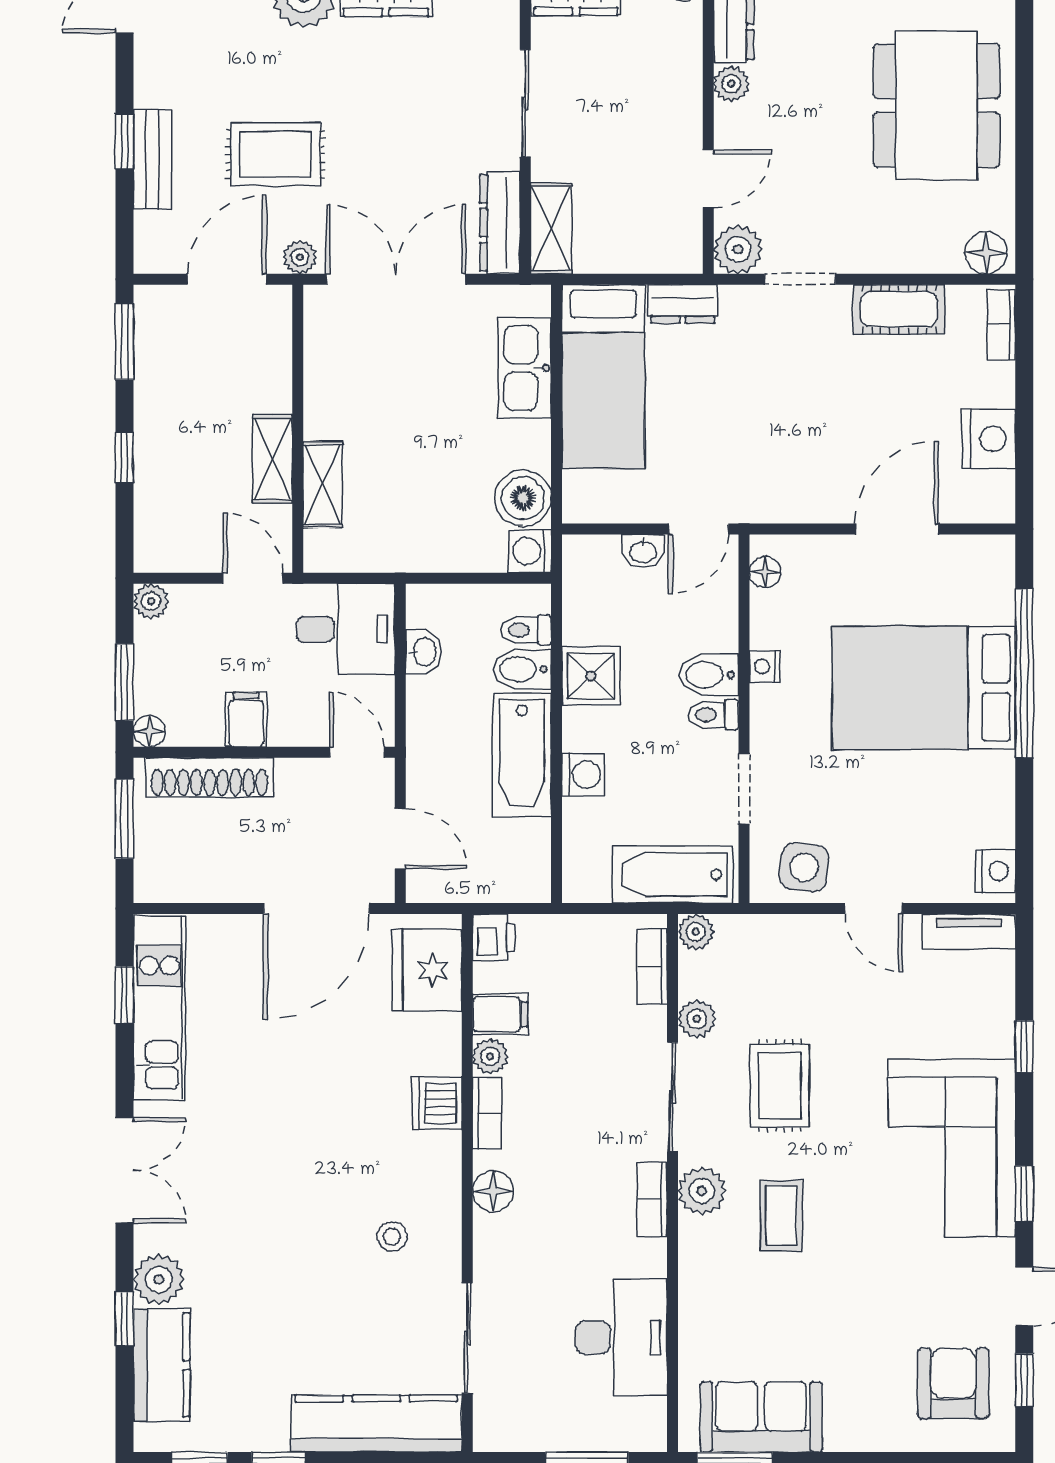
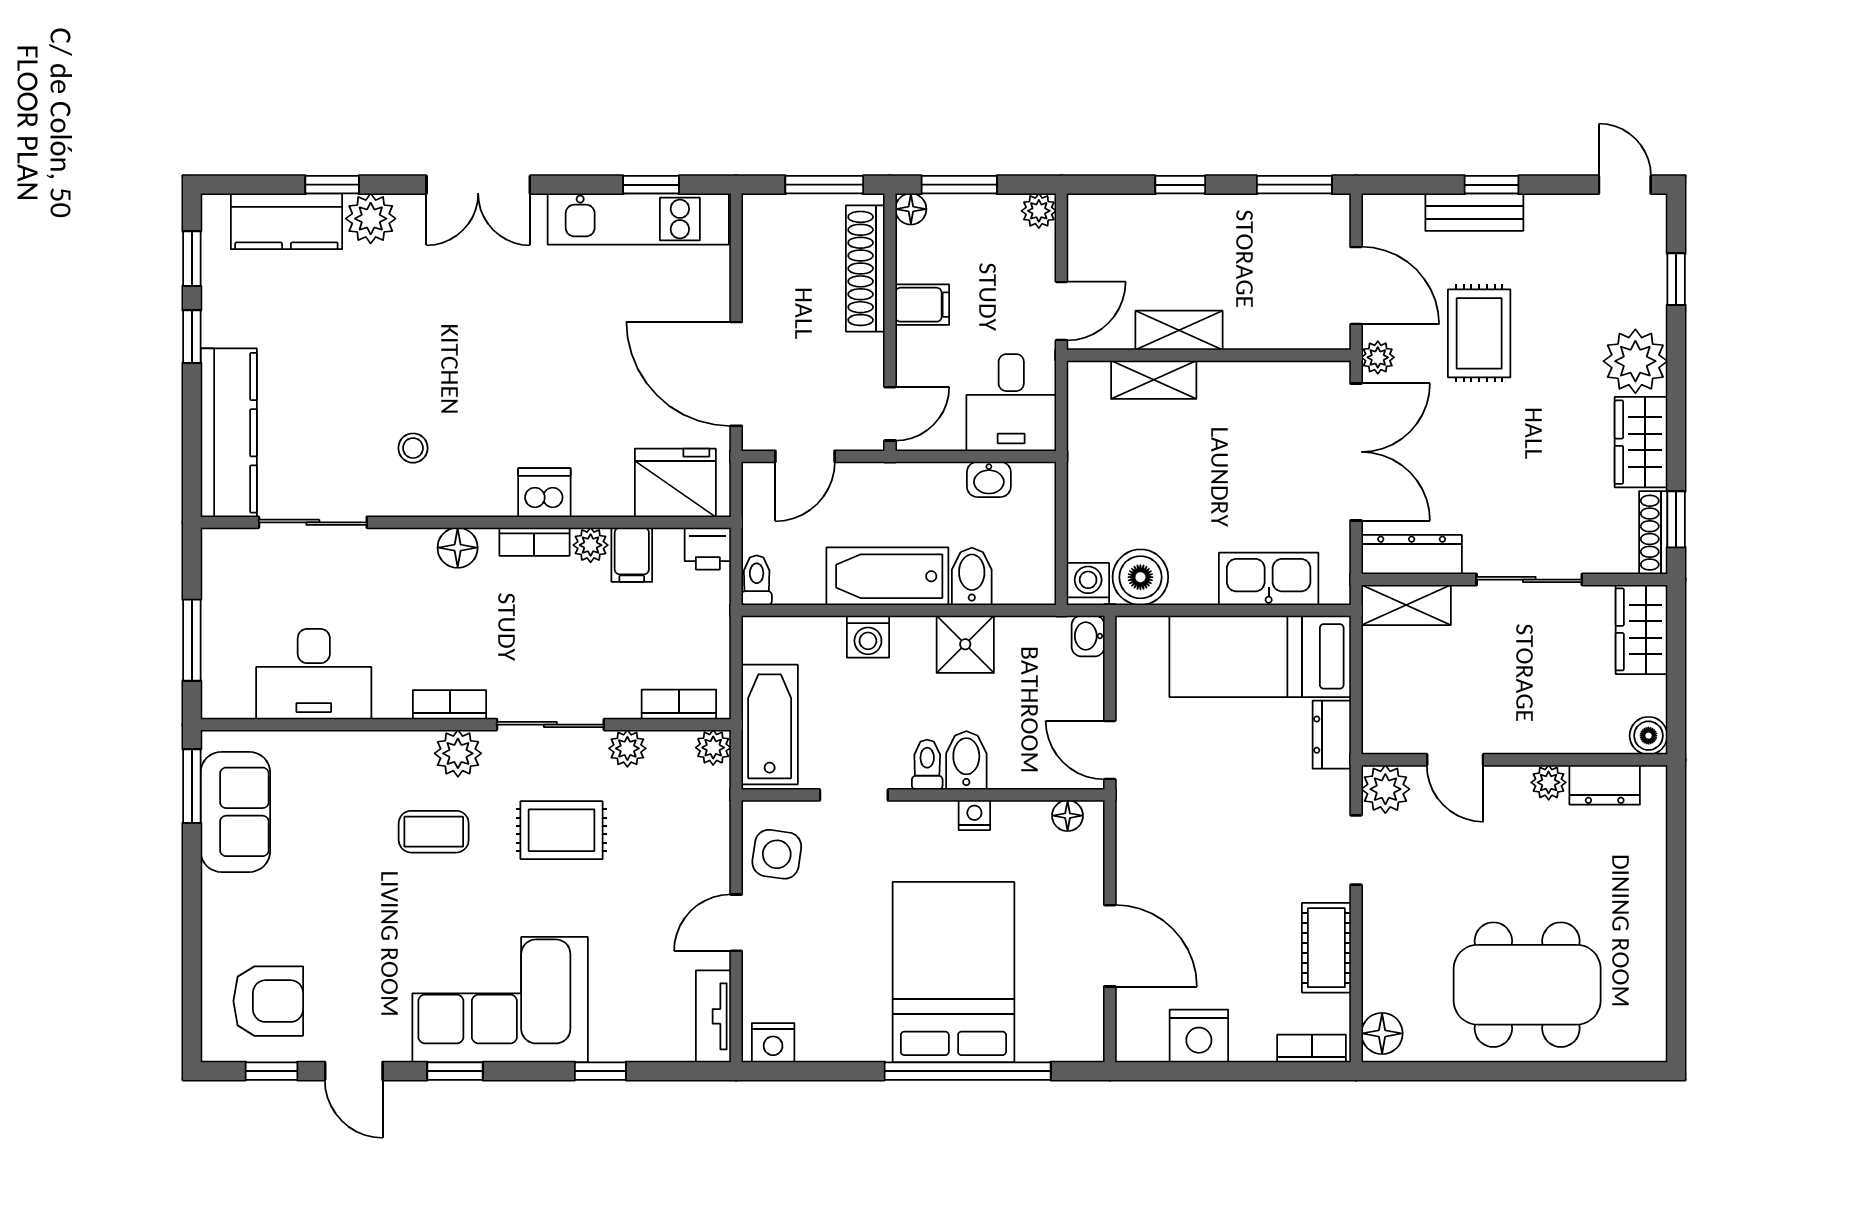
washbasin: (643, 551) -> (1088, 636), moved
toilet: (526, 630) -> (757, 580), moved

